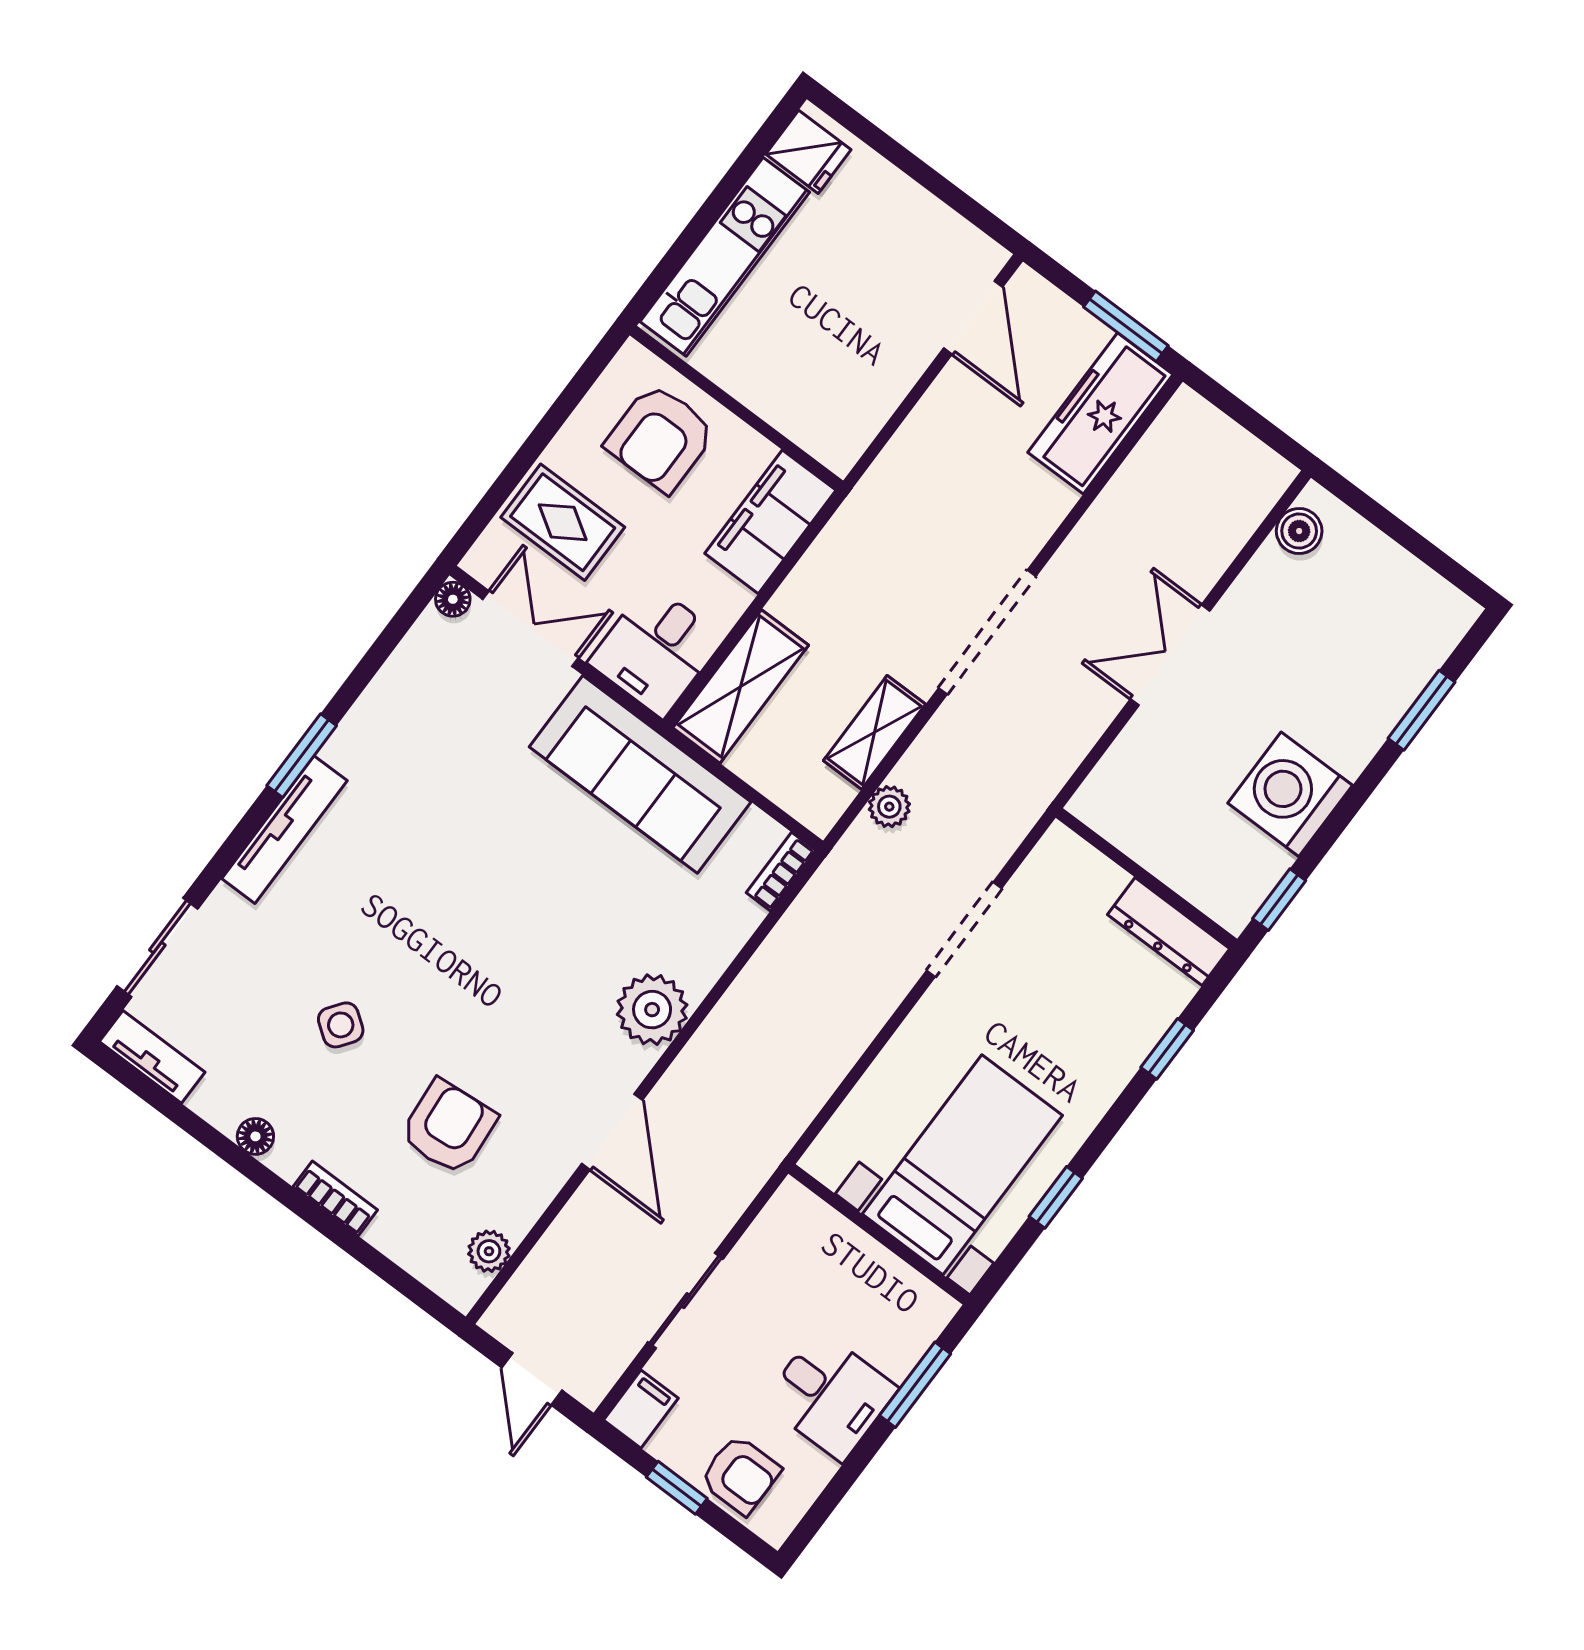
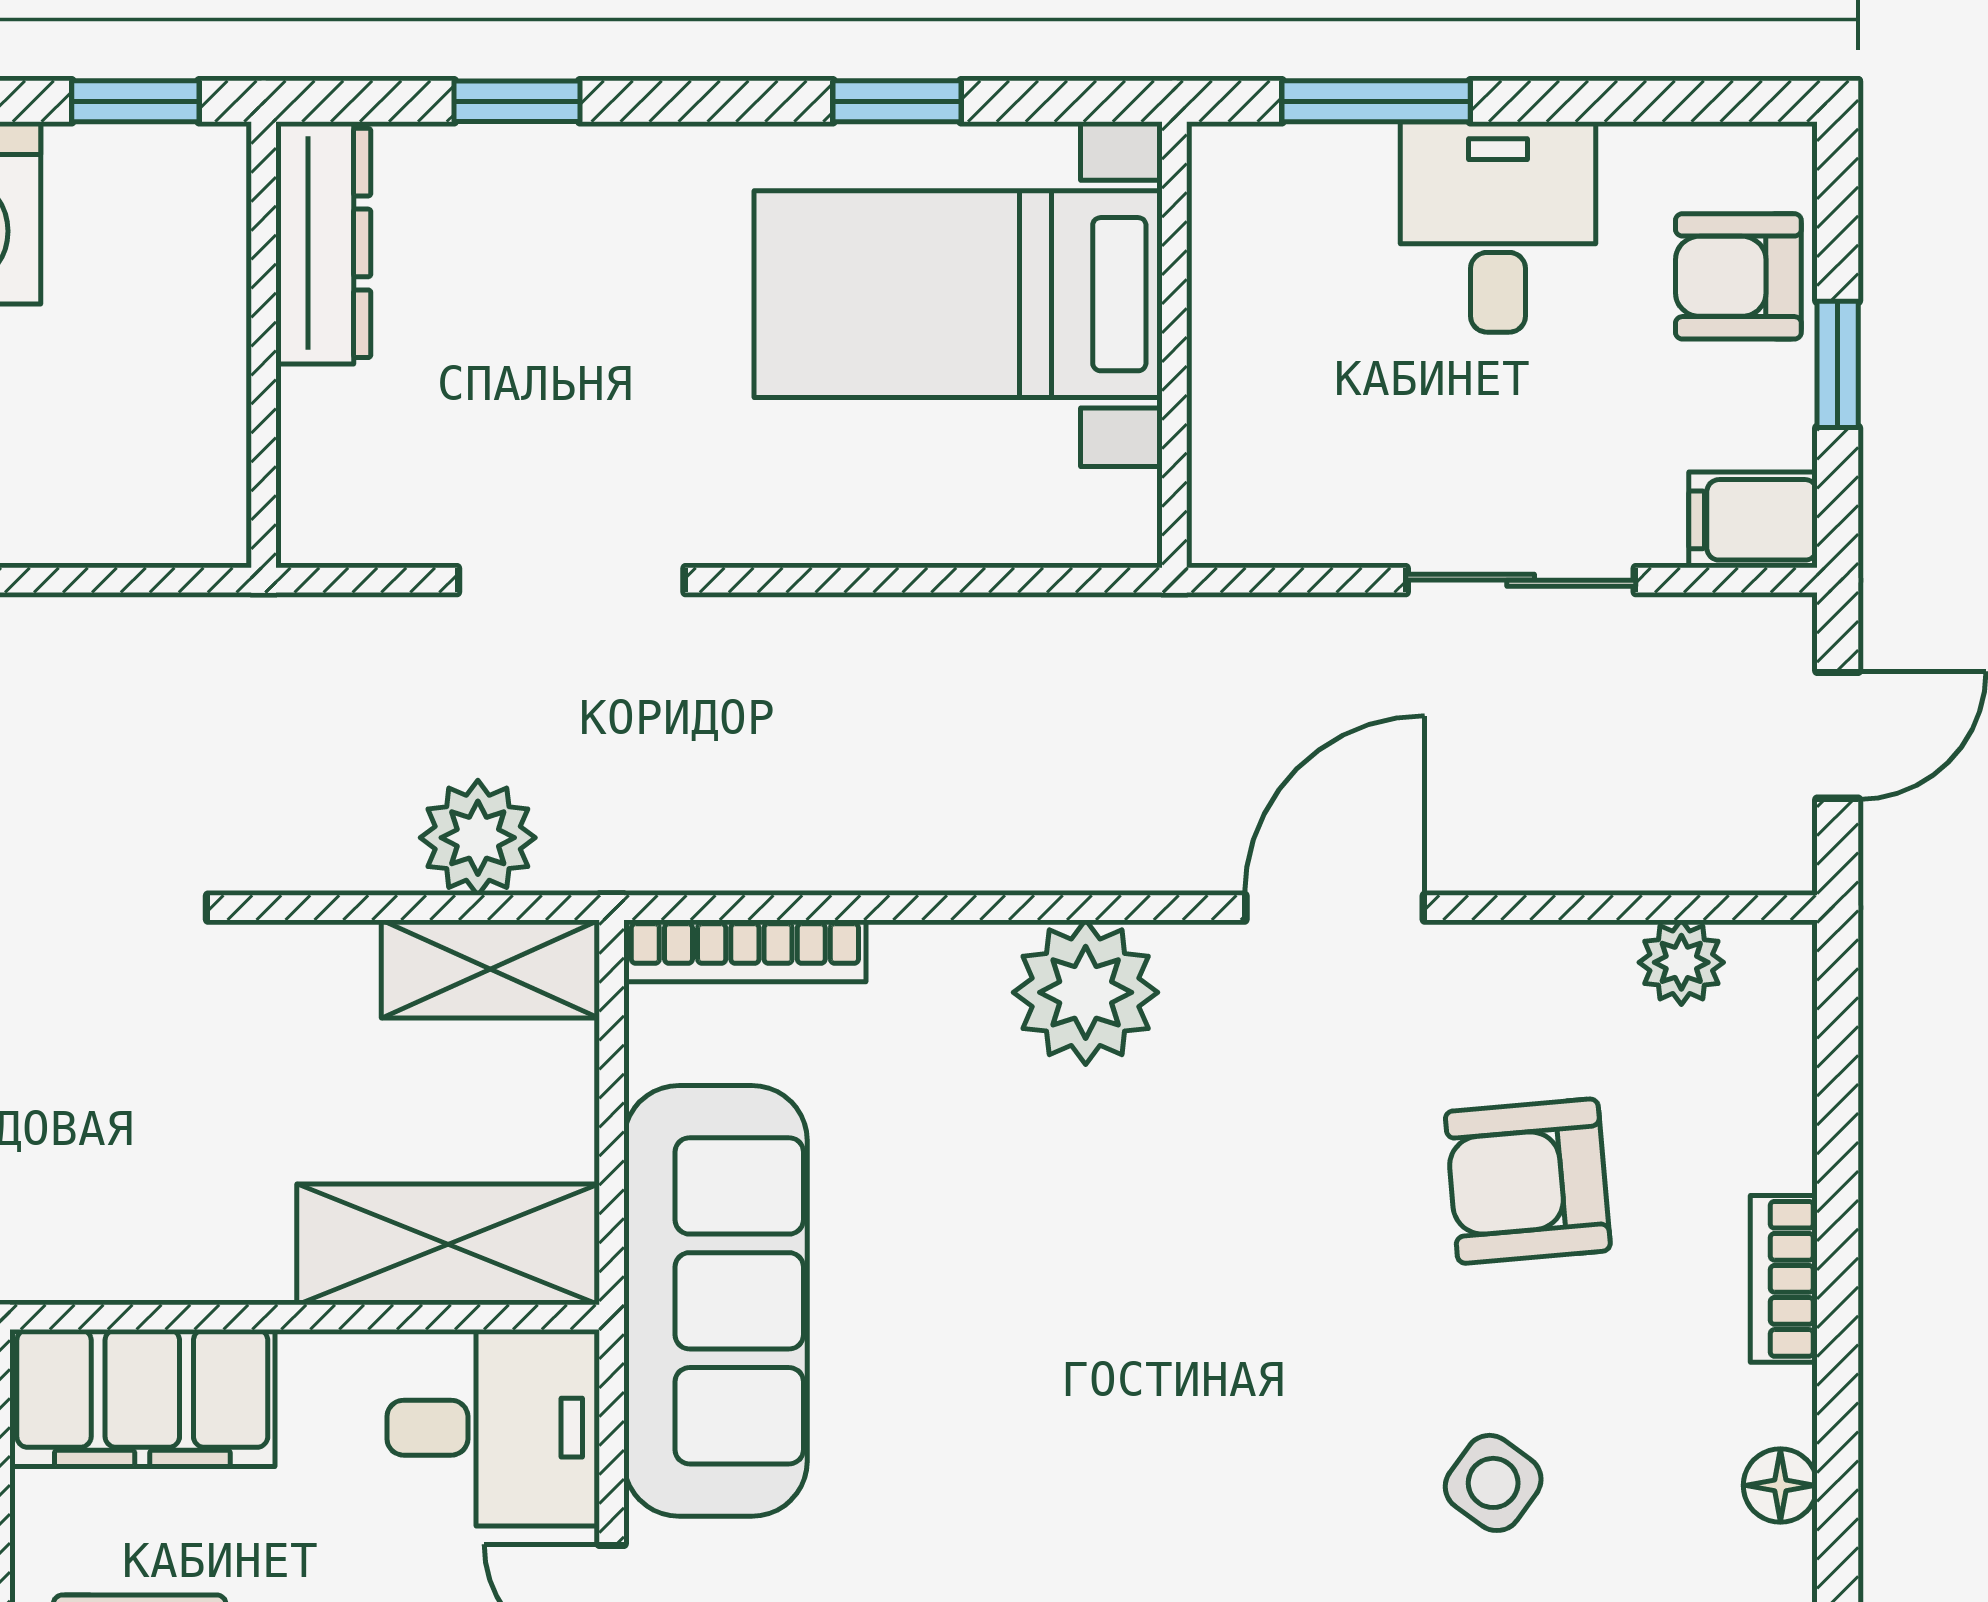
shelving: (874, 732) -> (490, 969), moved
plant: (889, 807) -> (478, 838), width x1.38, depth x1.38
bookcase: (781, 872) -> (745, 951), width x1.56
armchair: (740, 1475) -> (1738, 276), turned -90

